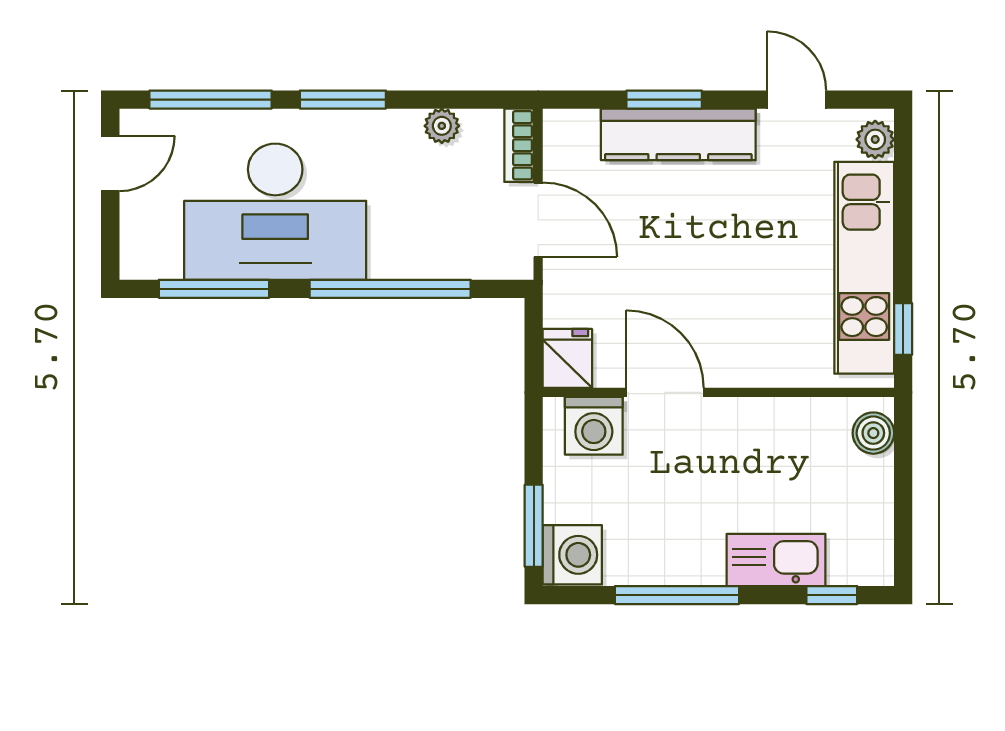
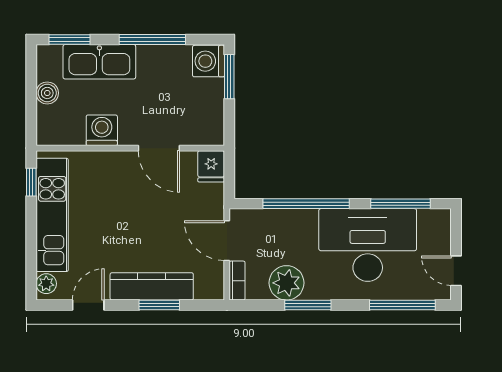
window: (343, 100) -> (308, 305), moved
door: (797, 100) -> (88, 305), swing flipped
plant: (442, 126) -> (287, 283), width x1.87, depth x1.87
door: (110, 164) -> (456, 271), hinge flipped
washing machine: (594, 426) -> (102, 130), moved
boiler: (873, 433) -> (47, 93), moved
kitchen sink: (776, 560) -> (99, 62), width x1.36, depth x1.24
window: (832, 595) -> (69, 40), width x1.50

